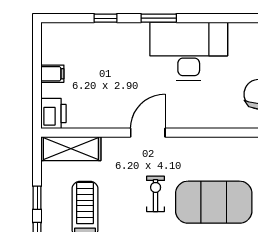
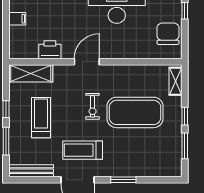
printer: (54, 114) -> (50, 50), moved, turned -90
exercise bike: (156, 194) -> (93, 106), turned 180

